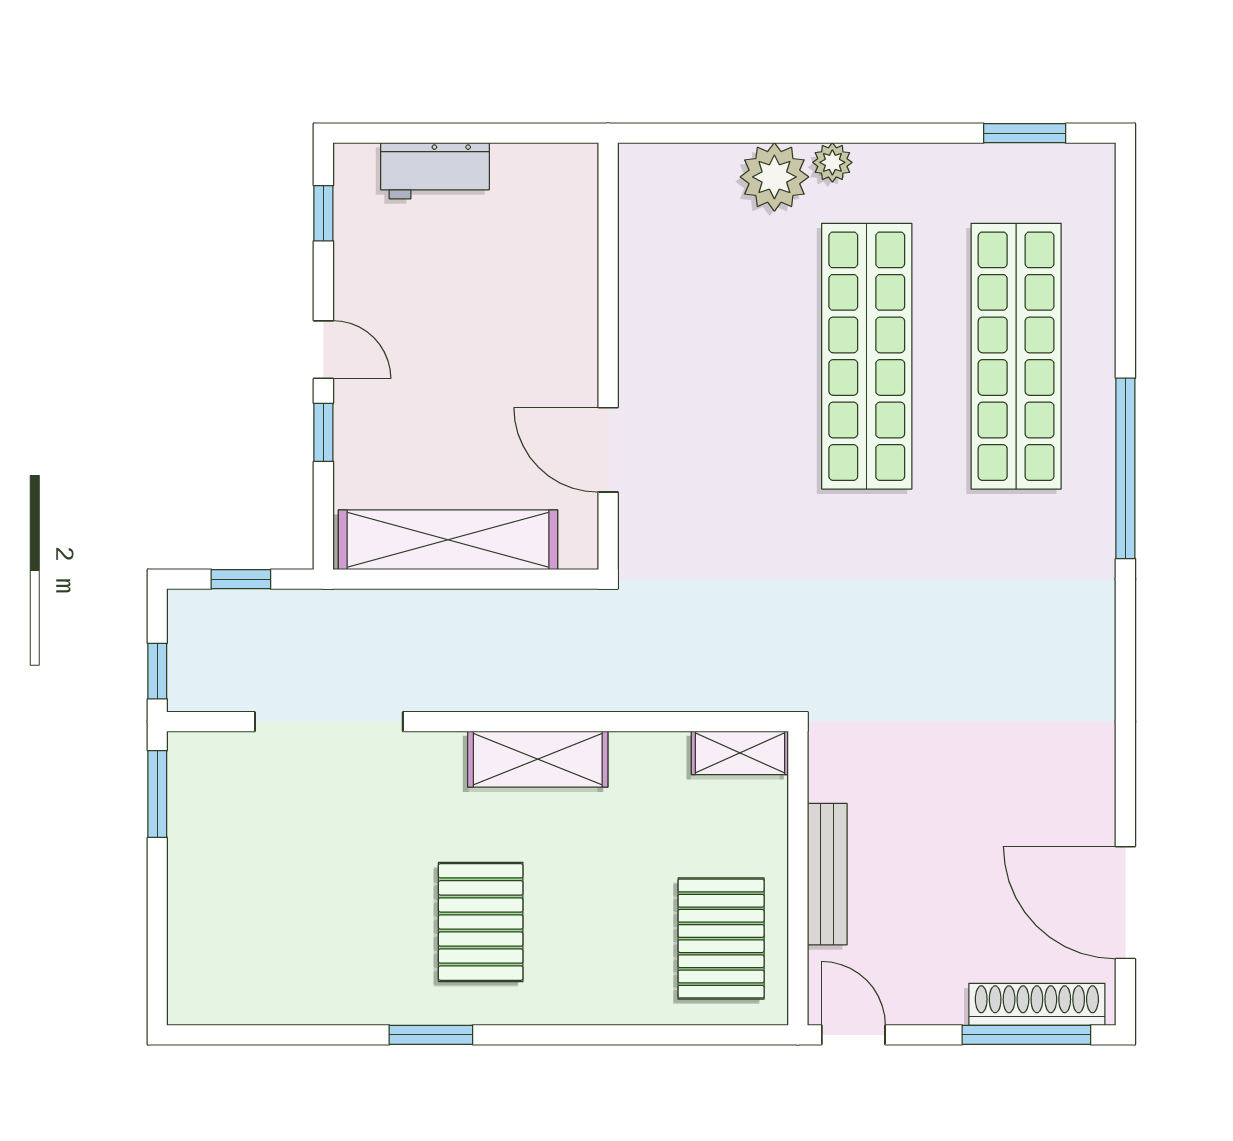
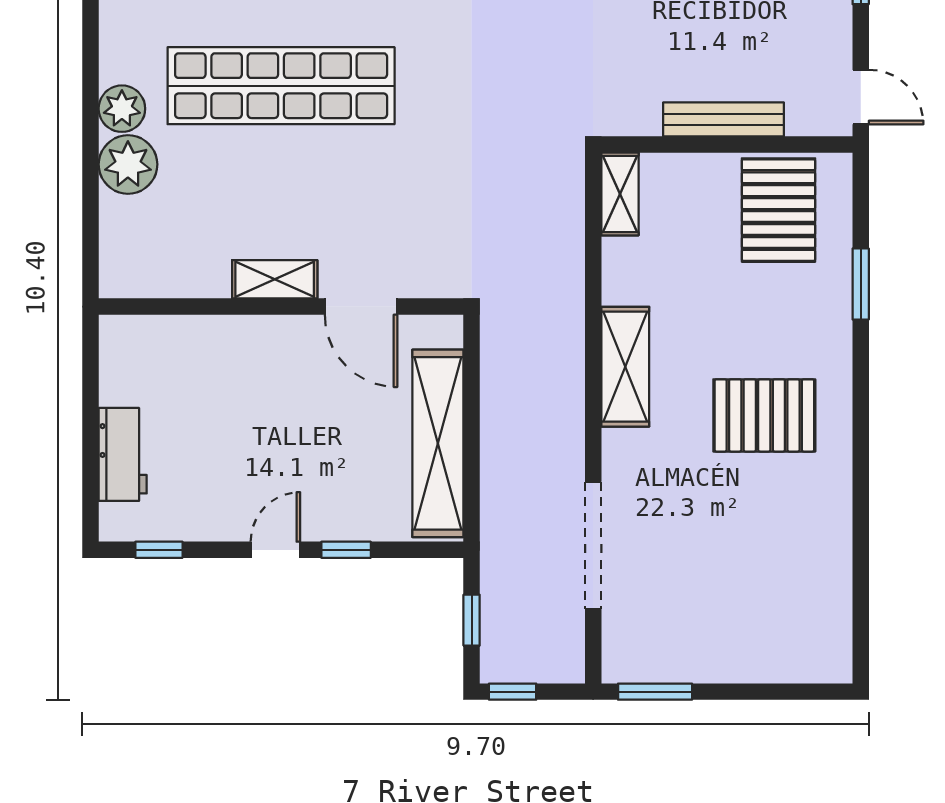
plant: (832, 162) -> (122, 109), width x1.38, depth x1.38
shelving: (640, 349) -> (275, 279), added
door: (608, 450) -> (361, 307), hinge flipped
window: (157, 671) -> (513, 692), moved
pallet: (721, 939) -> (778, 210), turned 90
window: (431, 1035) -> (861, 284), moved
door: (853, 1035) -> (861, 97), swing flipped

